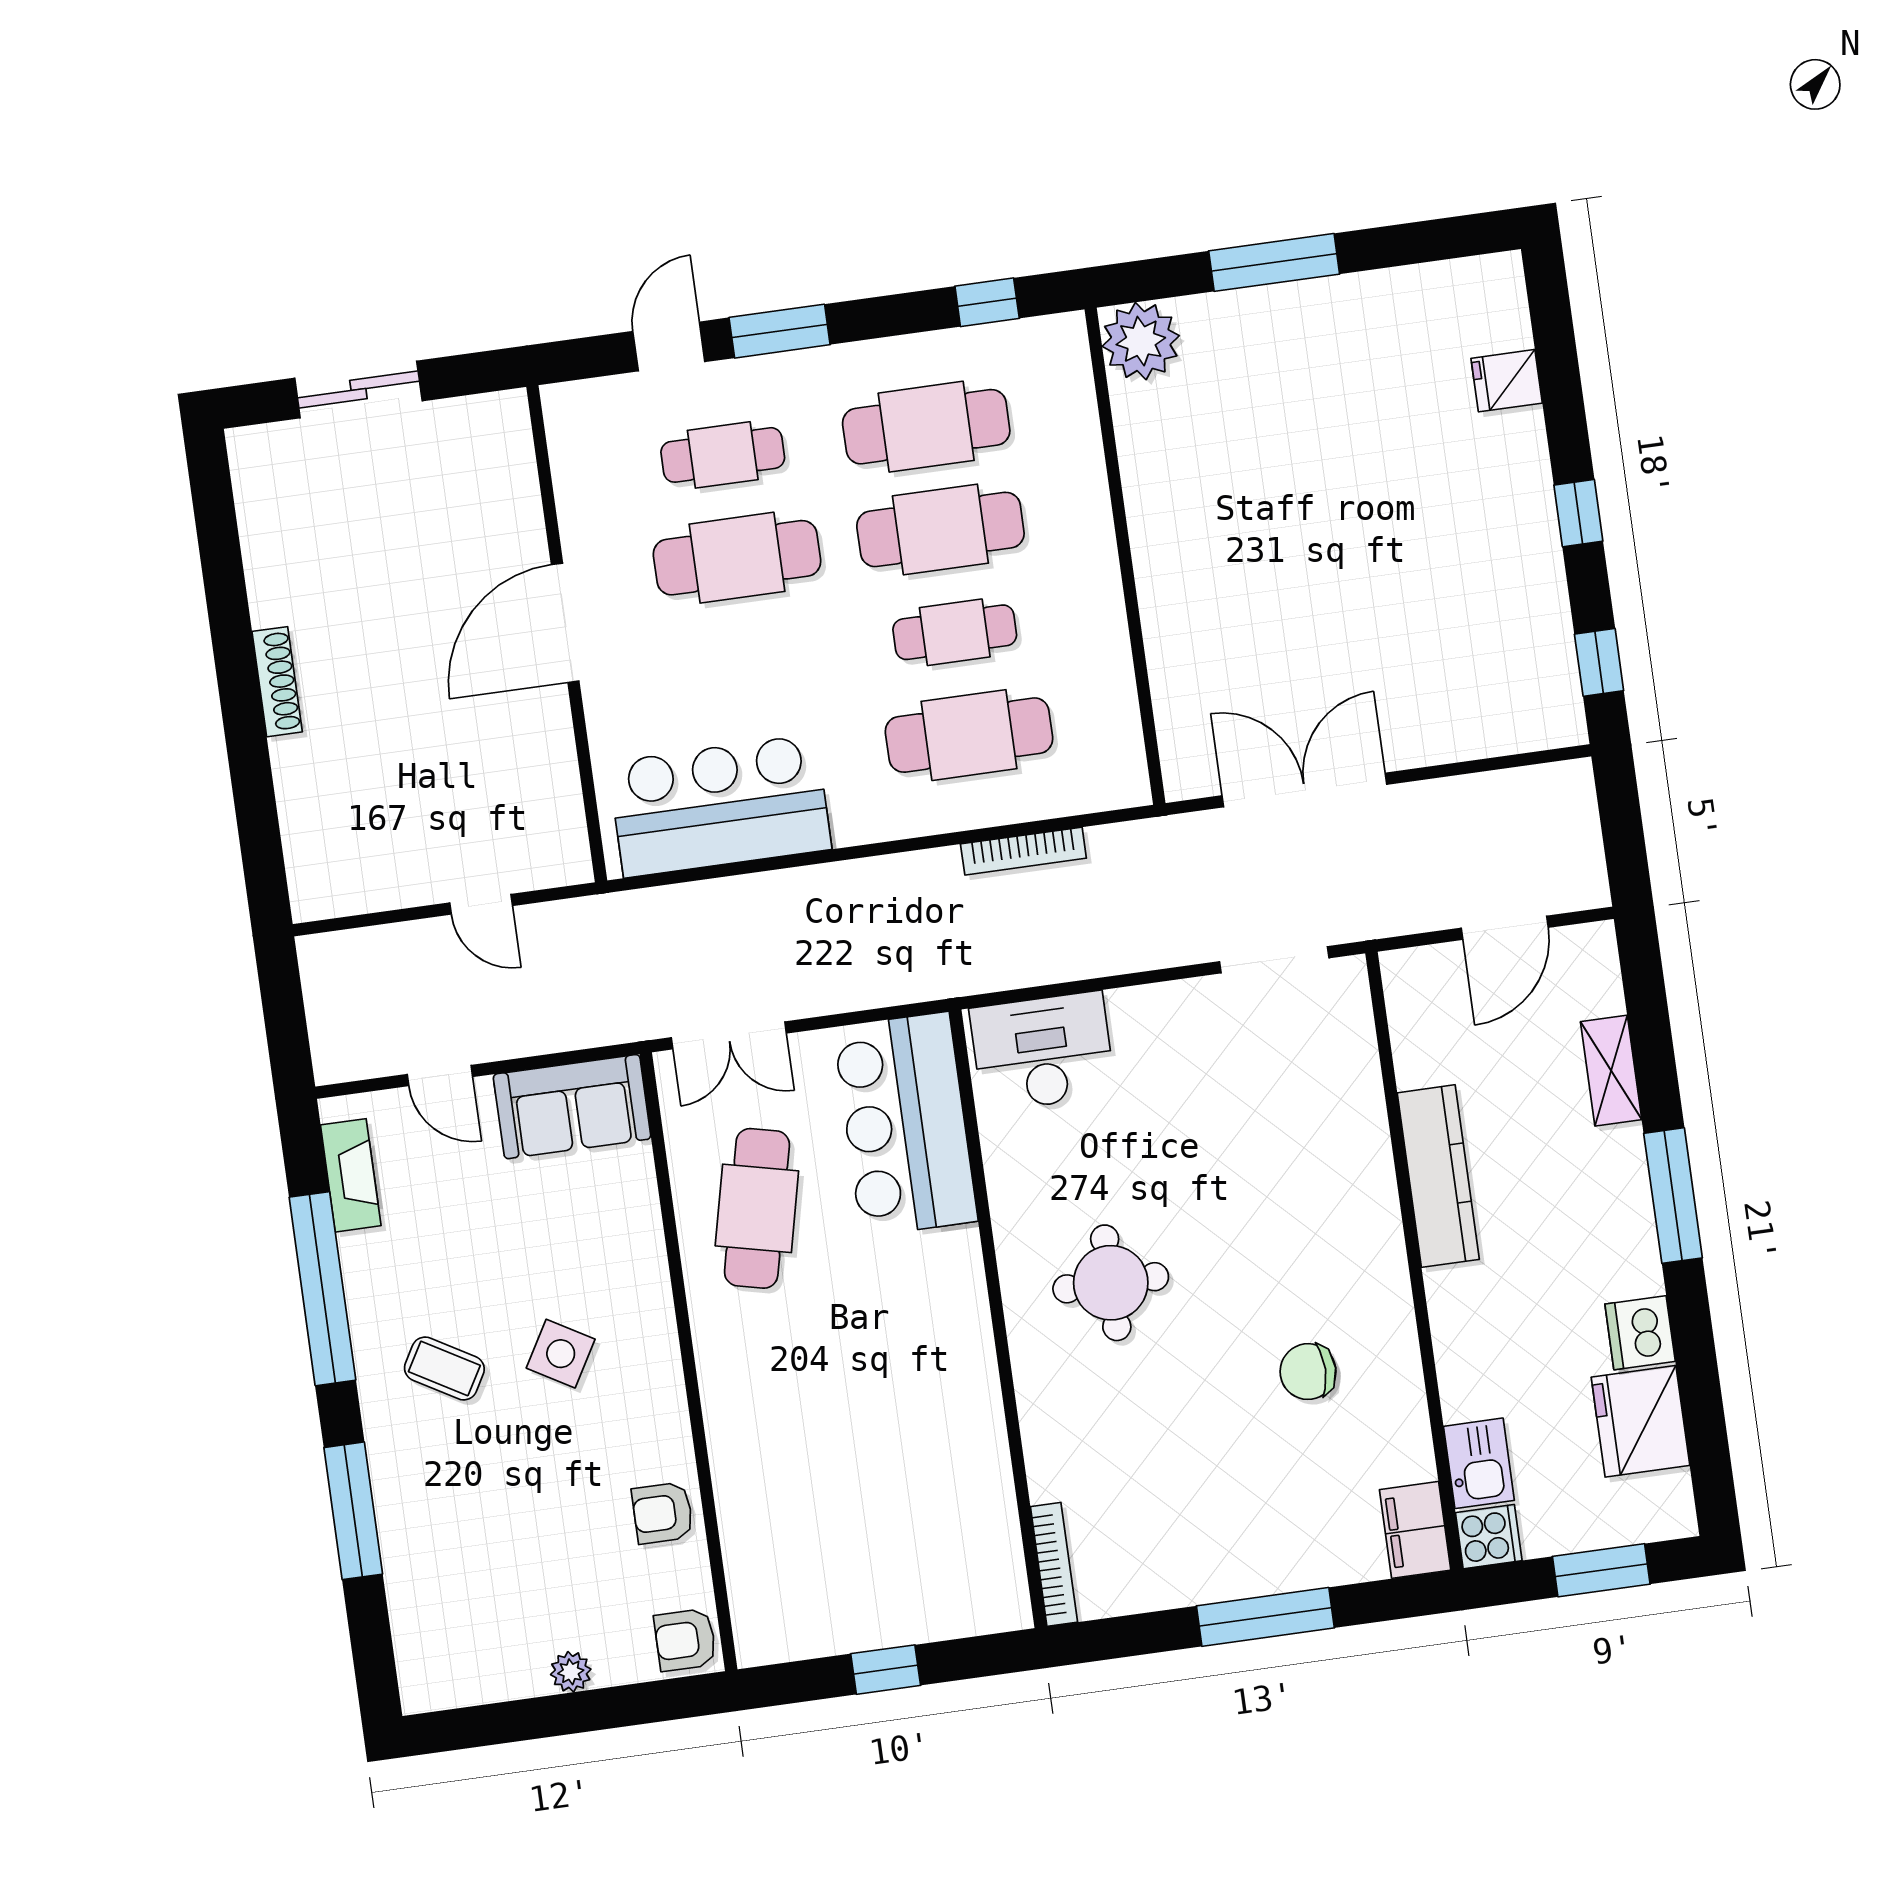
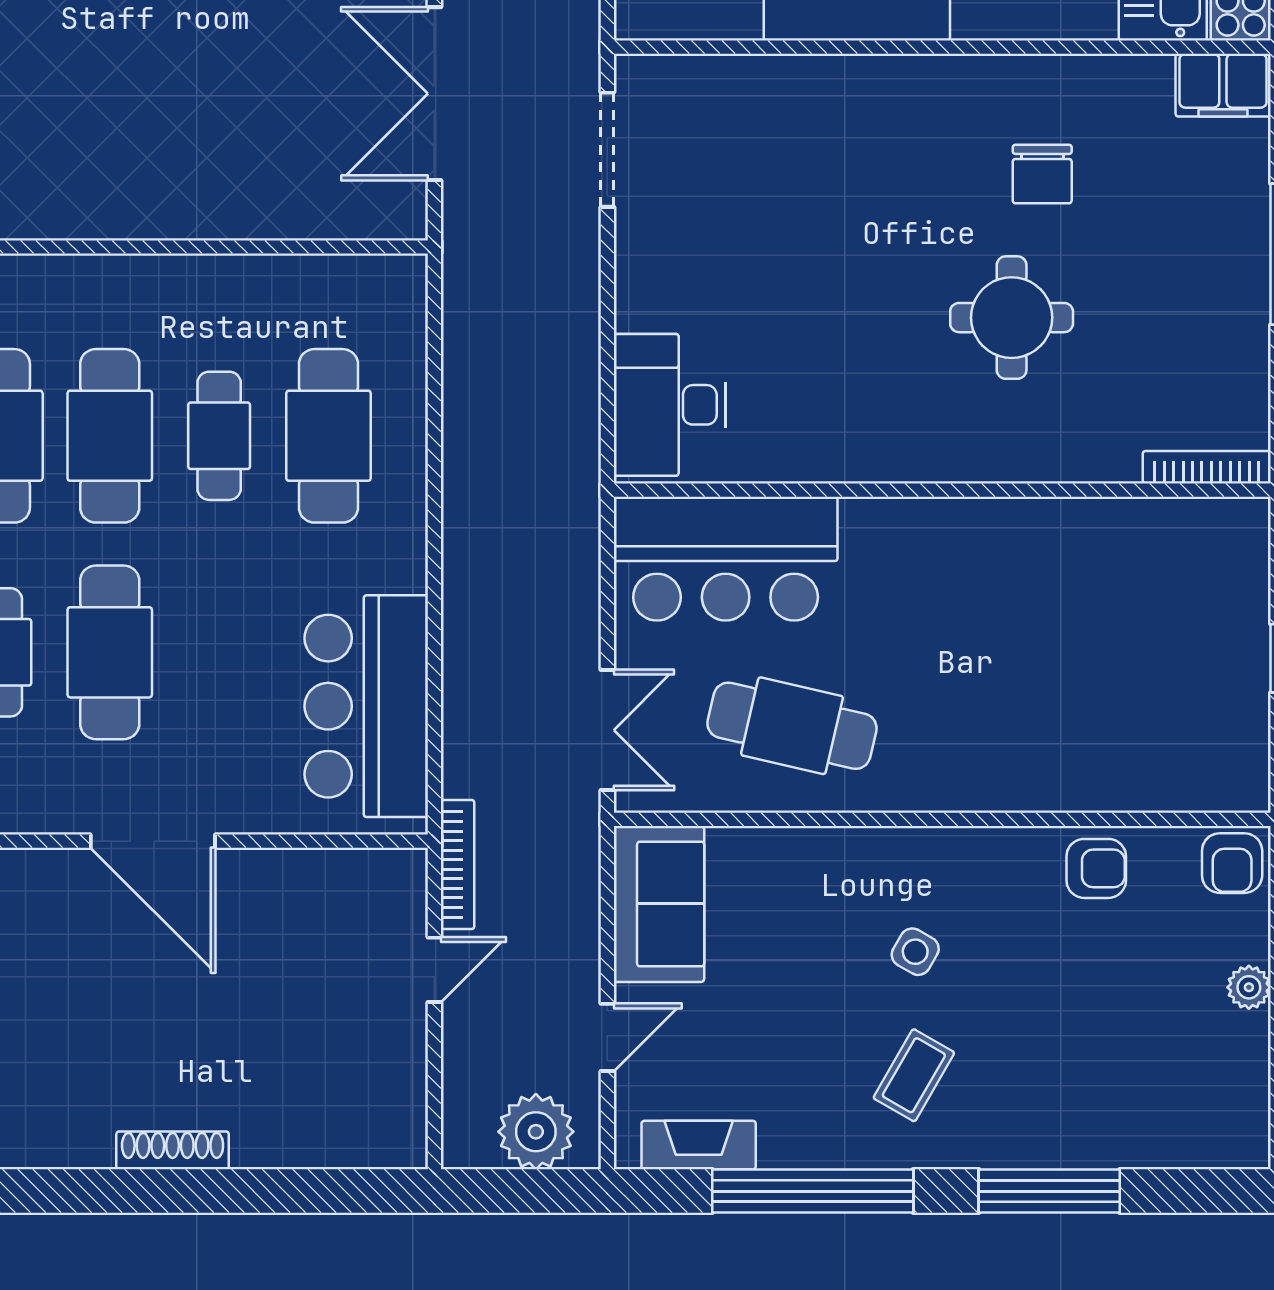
bookcase: (1023, 851) -> (458, 865), moved
plant: (342, 1021) -> (536, 1132), added
round table: (1111, 1283) -> (1012, 318), moved
side table: (561, 1354) -> (915, 952), width x0.73, depth x0.73
armchair: (663, 1513) -> (1096, 868), turned -90

